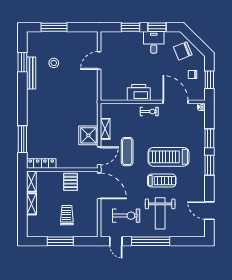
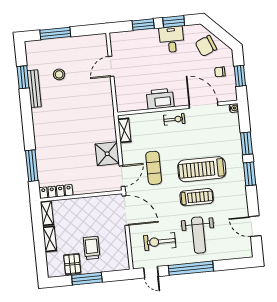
shelving: (105, 129) -> (124, 130), moved
pallet: (71, 182) -> (72, 264), moved
exercise bike: (126, 216) -> (160, 242), turned 180

